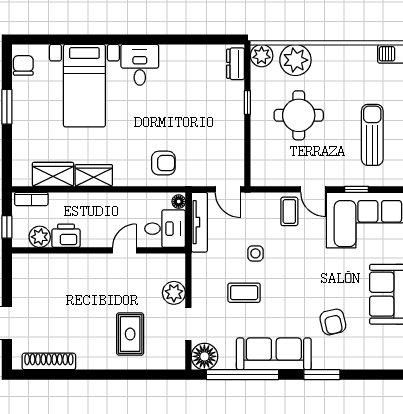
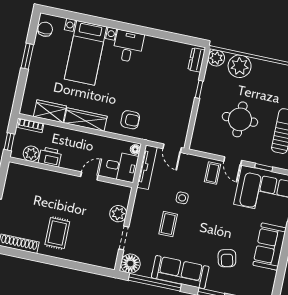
round table: (299, 115) -> (240, 119), moved
wardrobe: (94, 176) -> (85, 120), width x1.50
coffee table: (244, 293) -> (168, 224), turned 90
rug: (130, 334) -> (57, 233), moved

